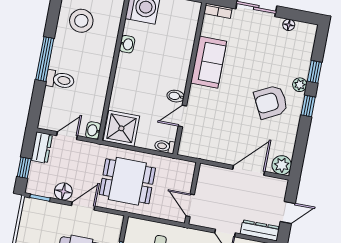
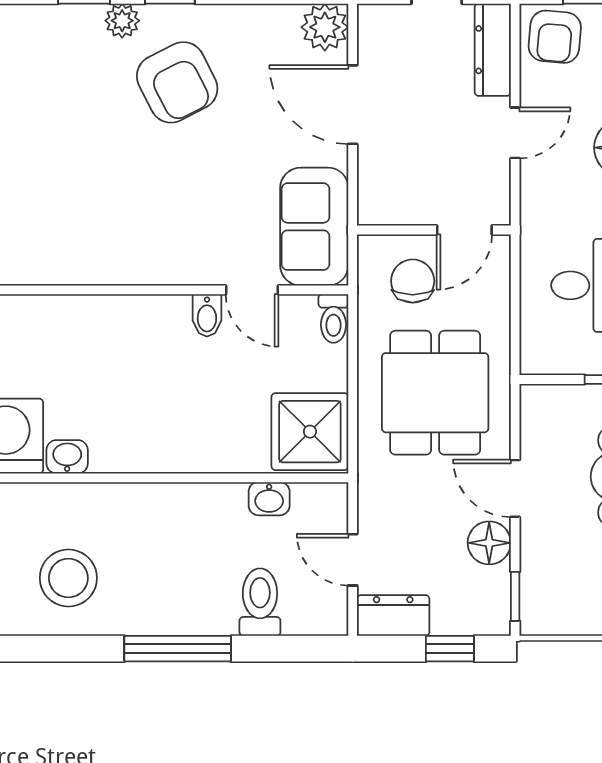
washbasin: (127, 44) -> (67, 457), moved
sofa: (209, 62) -> (314, 227), moved, turned -90
toilet: (60, 80) -> (260, 602), moved
washbasin: (93, 130) -> (269, 499), moved
chair: (174, 181) -> (413, 281), added

